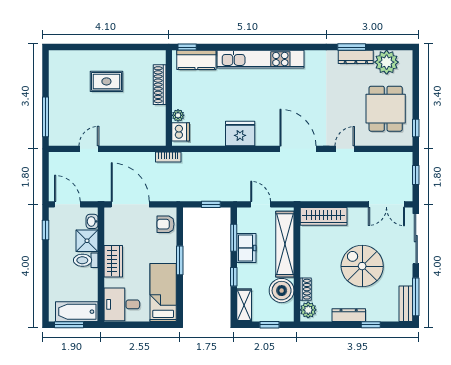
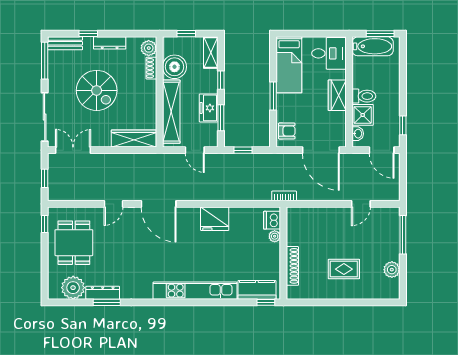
plant: (57, 81) -> (392, 270), added
bench: (406, 304) -> (65, 43), moved, turned 90

